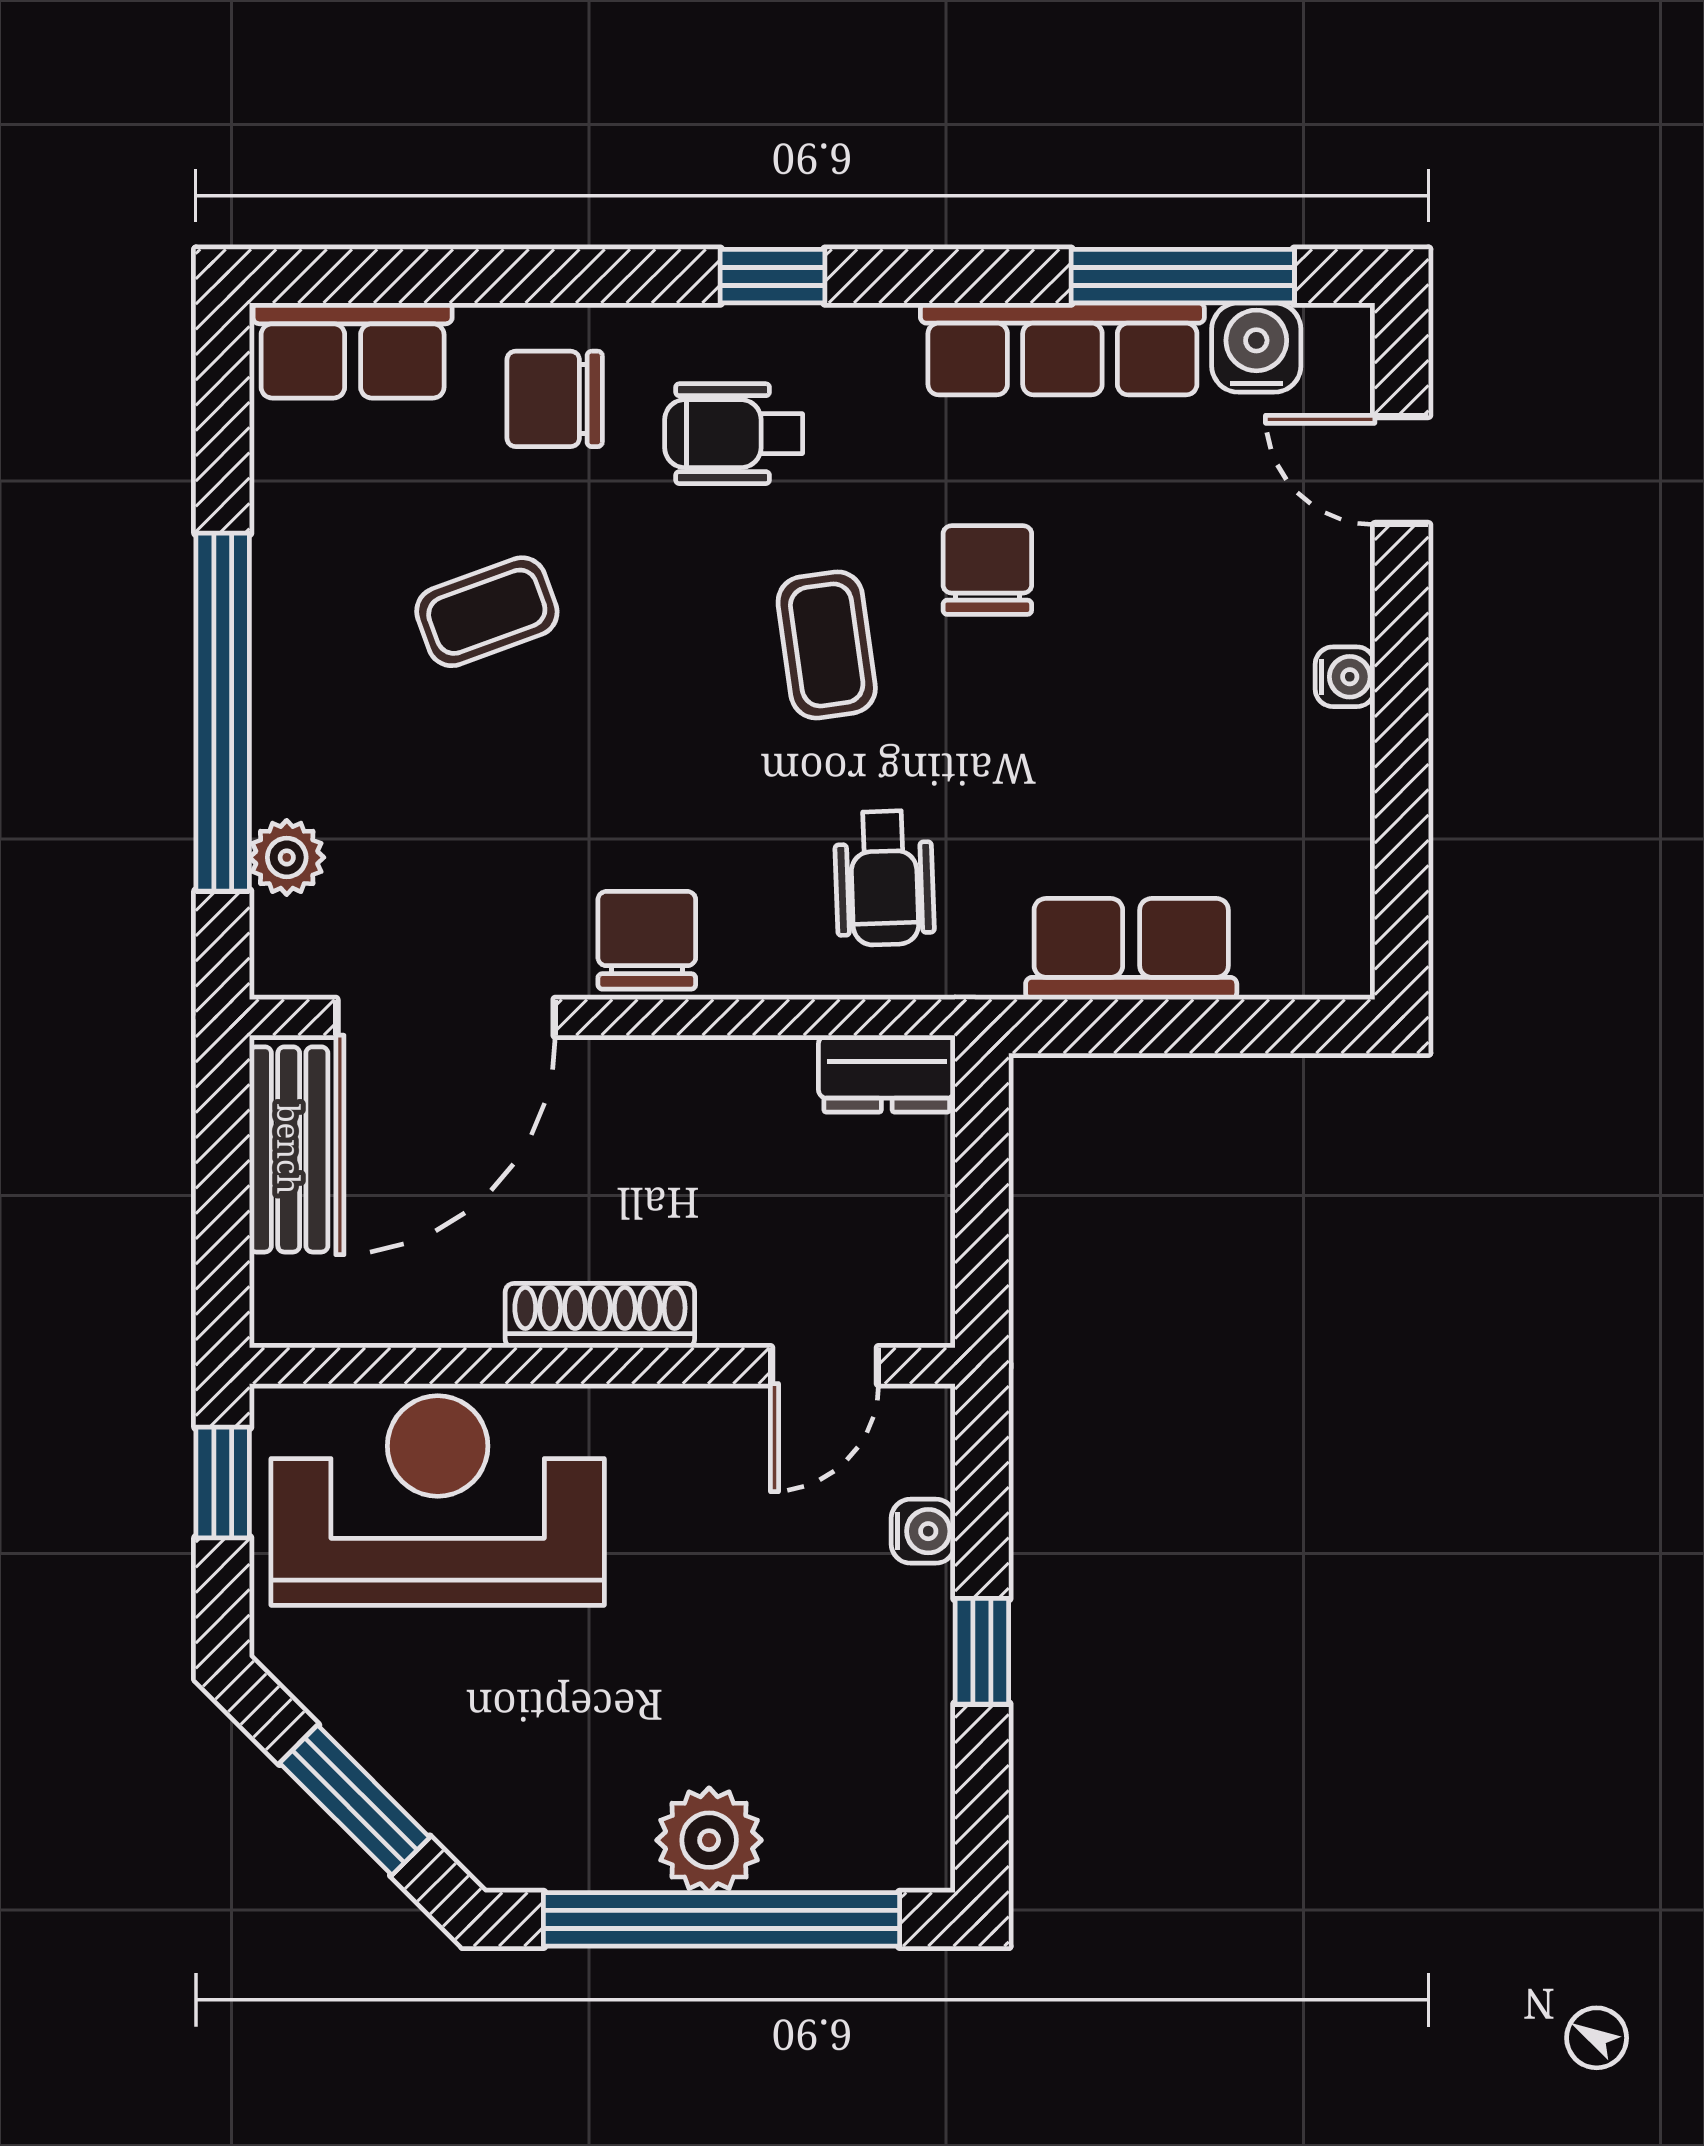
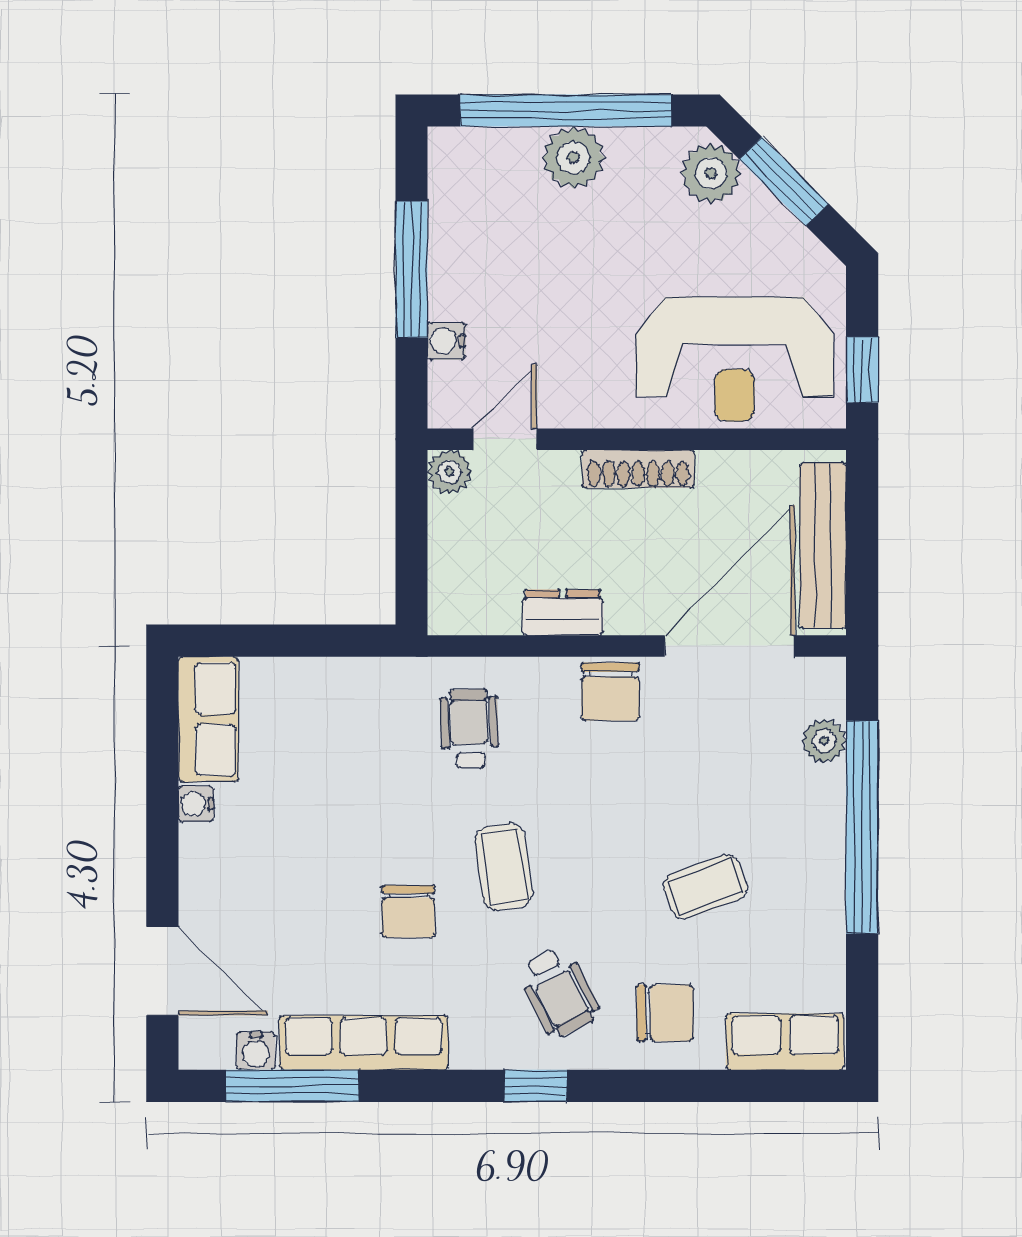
water cooler: (1256, 348) -> (256, 1051), width x0.72, depth x0.72
wheelchair: (734, 434) -> (559, 992), turned 63
door: (1402, 470) -> (162, 971), width x1.38
water cooler: (1345, 677) -> (196, 804), moved
row of seats: (1131, 949) -> (208, 719), moved, turned -90
dresser: (887, 1074) -> (563, 613), moved
bench: (289, 1149) -> (823, 545), width x1.36
plant: (918, 1311) -> (449, 472), added
window: (982, 1651) -> (412, 270), width x2.17
plant: (478, 1814) -> (711, 173), added

